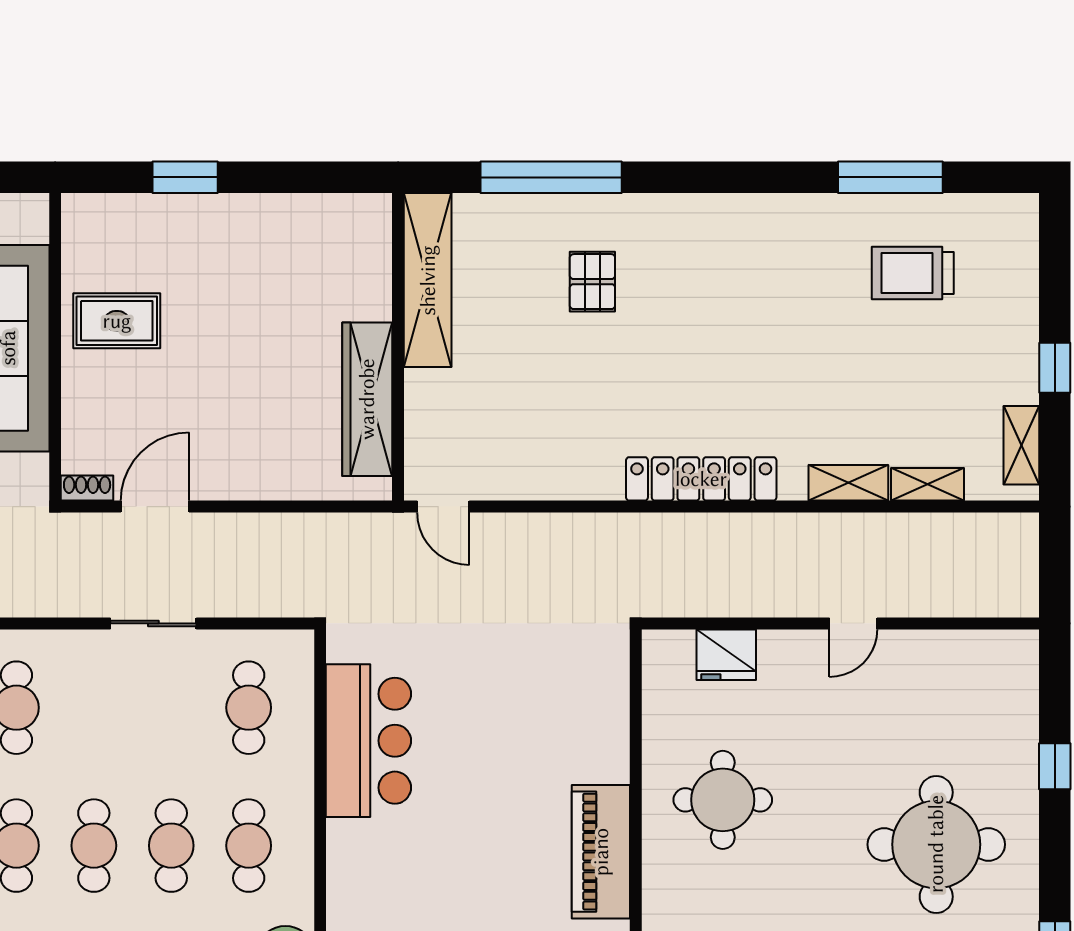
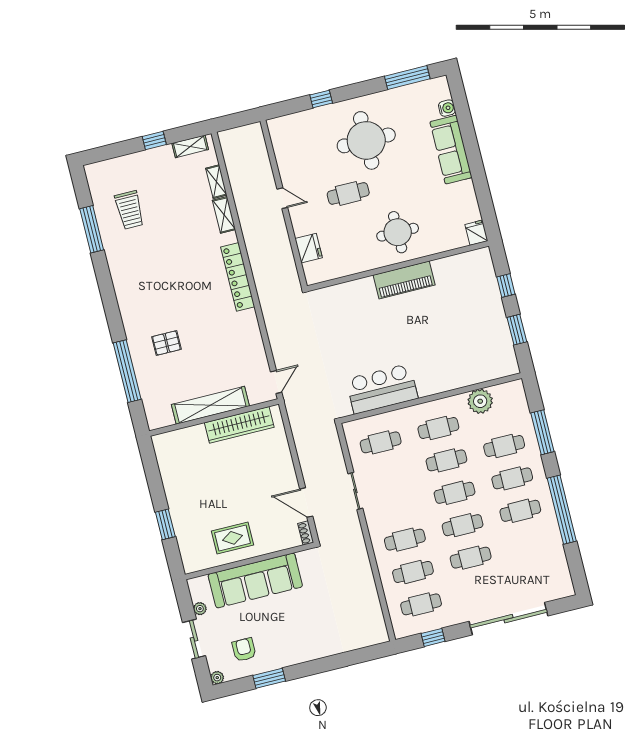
shelving: (428, 280) -> (210, 405), moved
rug: (117, 321) -> (232, 538), turned 90
cafe table: (827, 774) -> (348, 193), added
round table: (723, 800) -> (398, 232), moved

